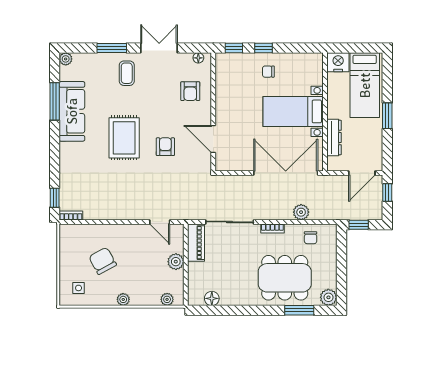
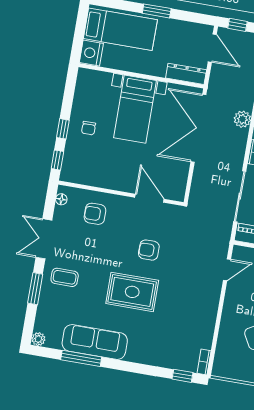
armchair: (190, 91) -> (95, 214), turned 180
dresser: (334, 138) -> (186, 74), moved
door: (213, 139) -> (149, 198), swing flipped

